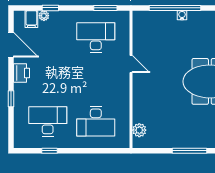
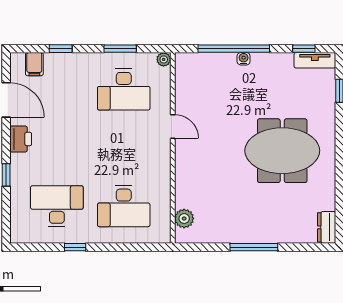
window: (105, 8) -> (120, 49), moved
plant: (44, 16) -> (164, 59), moved
desk: (96, 37) -> (124, 90), turned 180
window: (50, 151) -> (75, 247), moved

